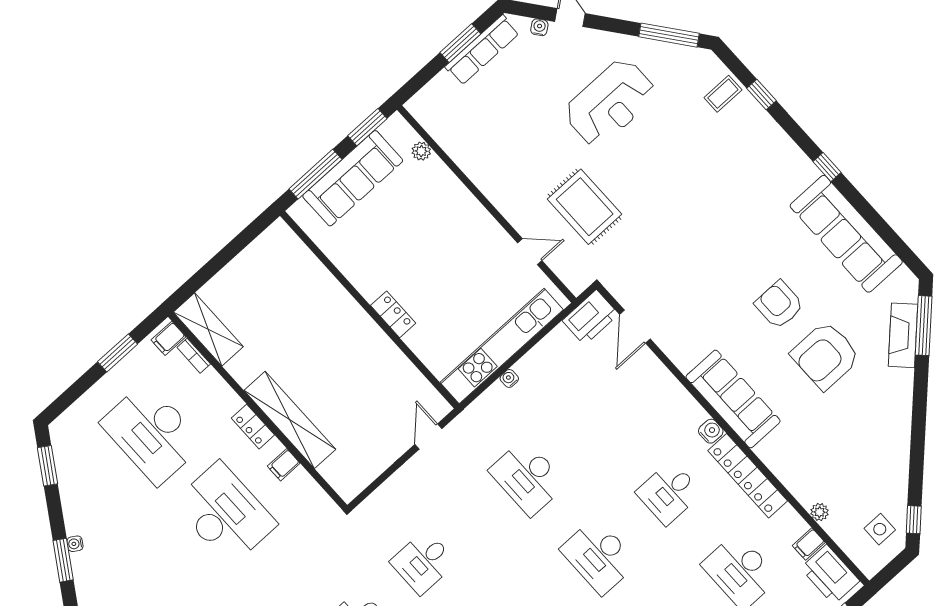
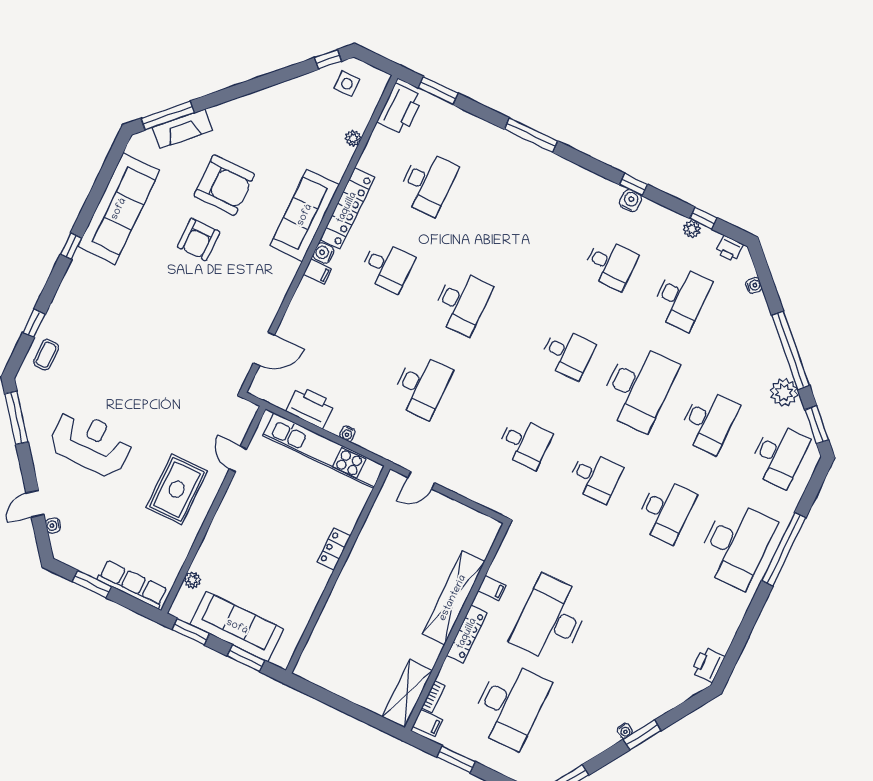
row of seats: (482, 50) -> (132, 584), moved
coffee table: (723, 94) -> (46, 355), turned 90
window: (315, 174) -> (246, 658), width x0.69
rug: (585, 207) -> (177, 489), moved
printer: (590, 317) -> (310, 407), moved
sofa: (733, 399) -> (305, 215), moved
locker: (253, 427) -> (467, 634), width x1.53
filing cabinet: (809, 544) -> (317, 272), moved

